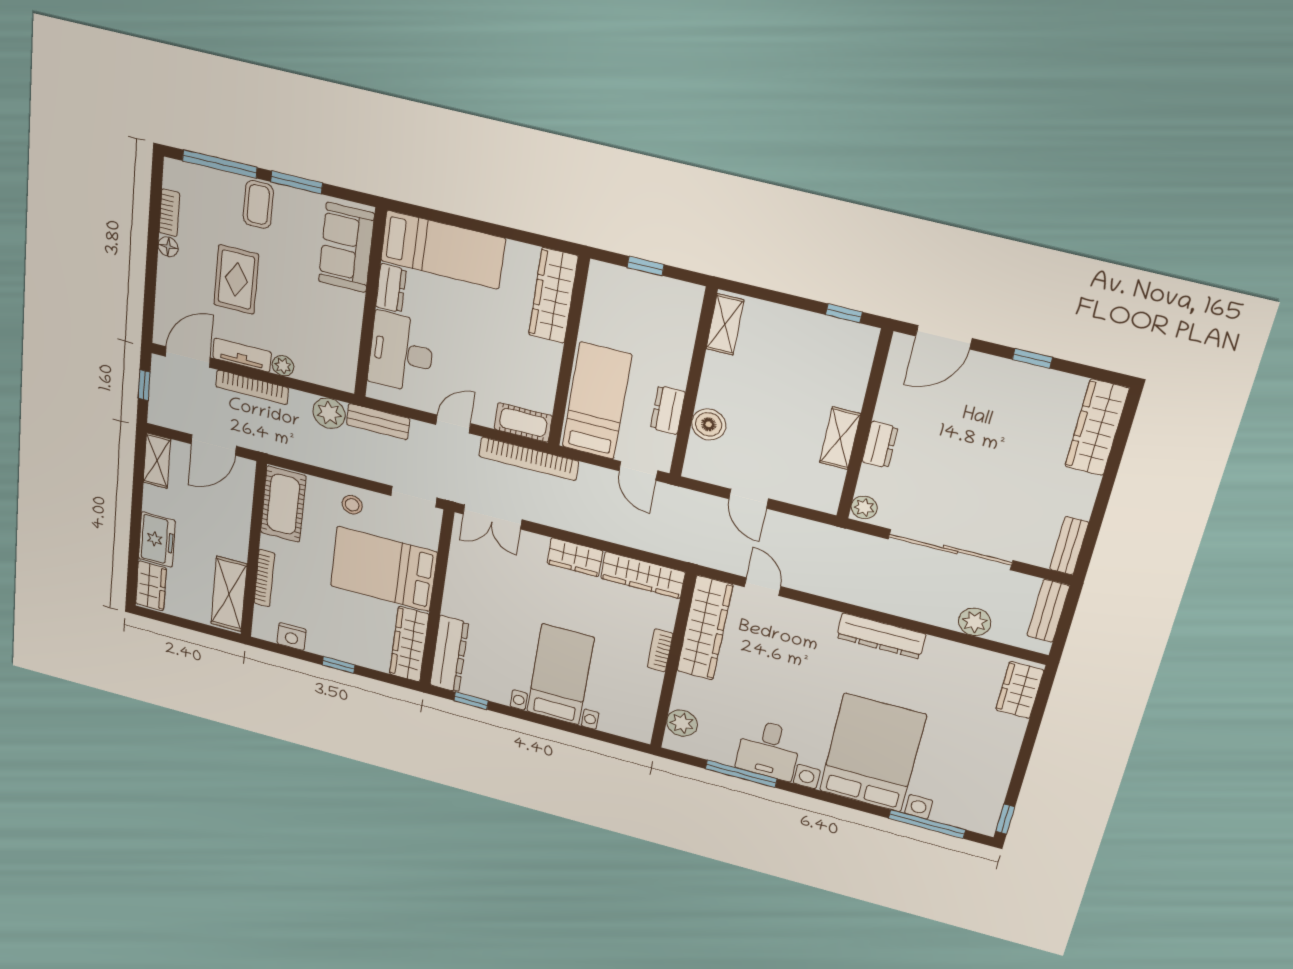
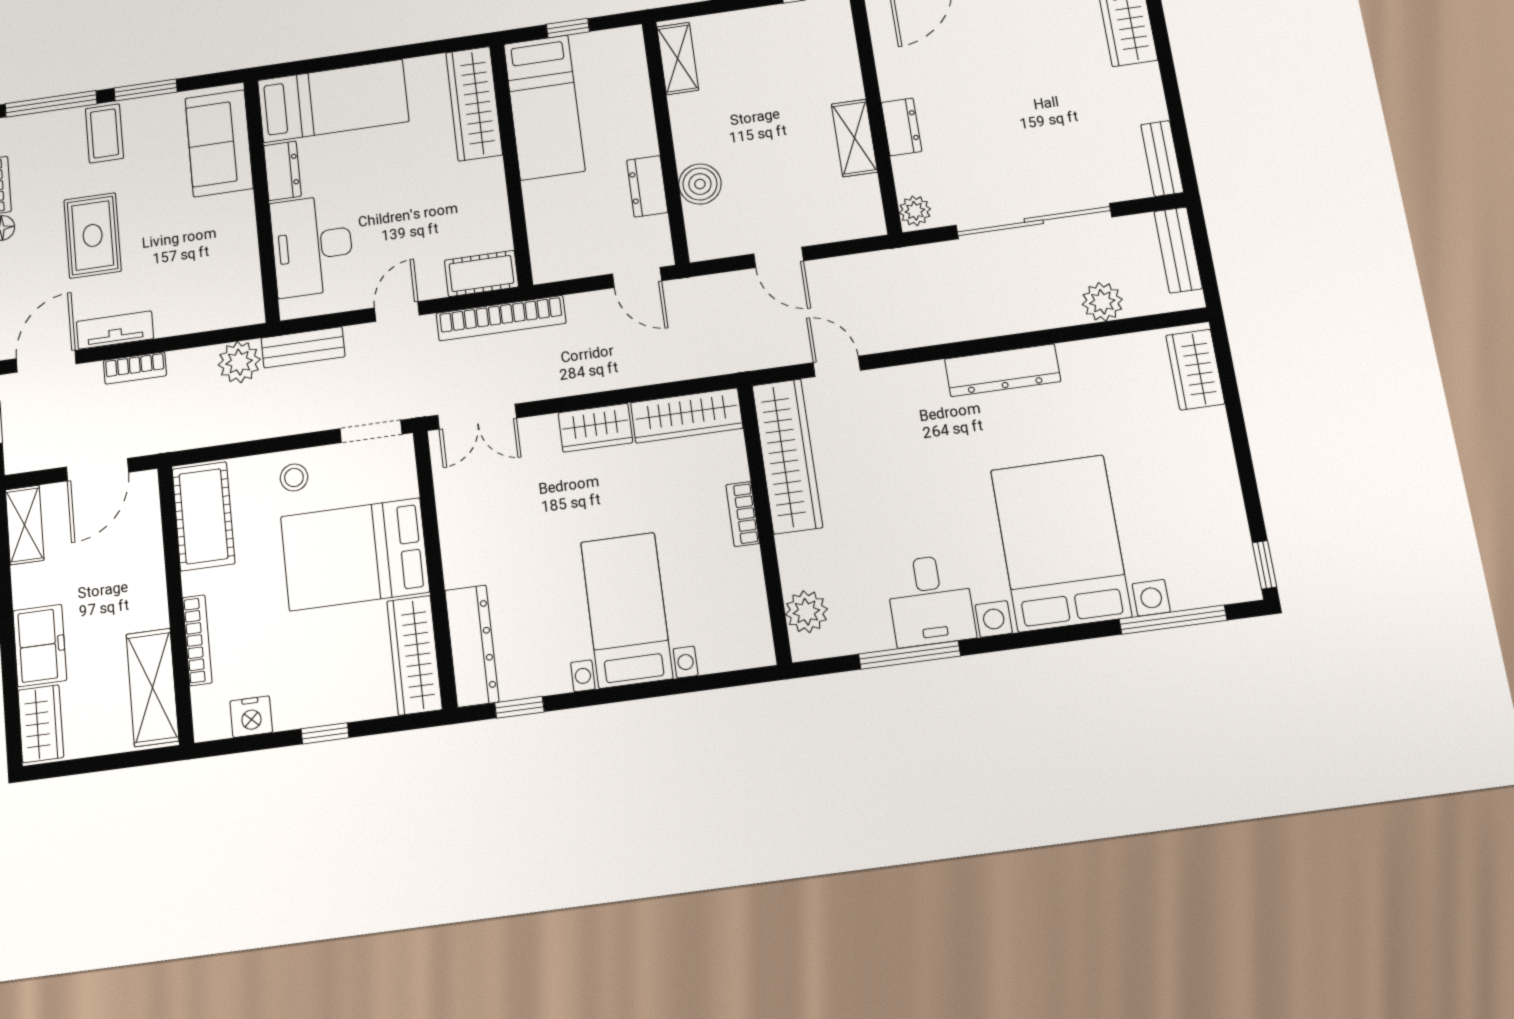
plant: (283, 366) -> (169, 323), removed
bookcase: (252, 387) -> (135, 368), width x0.64
bed: (597, 401) -> (544, 107), moved, turned 180

